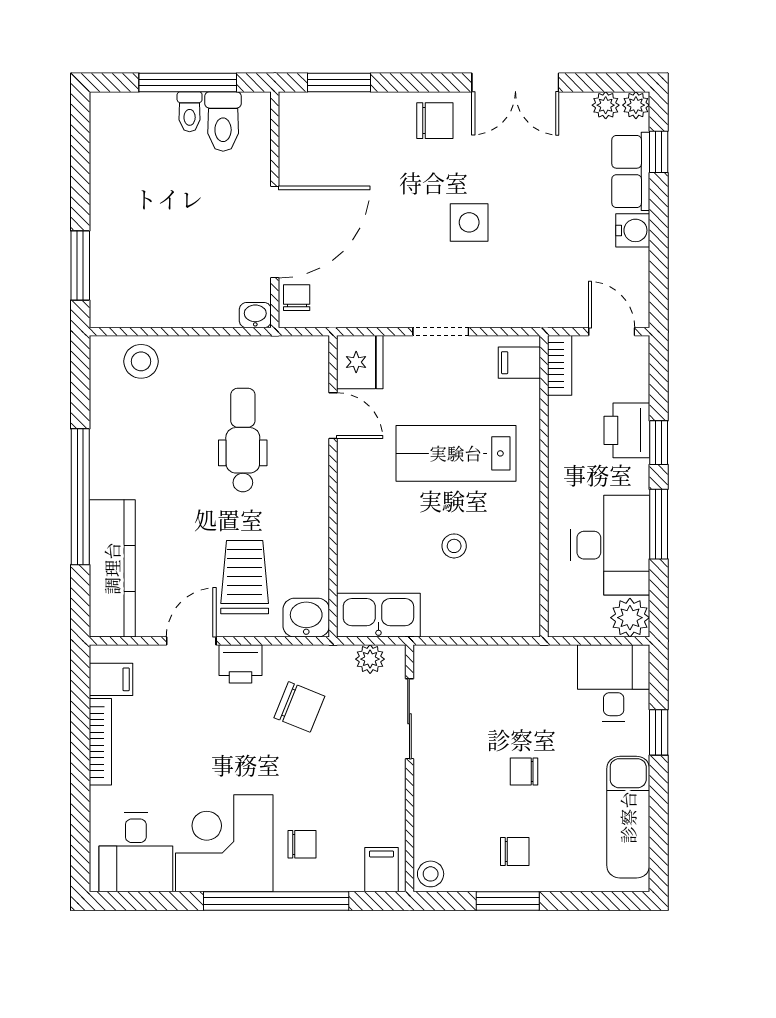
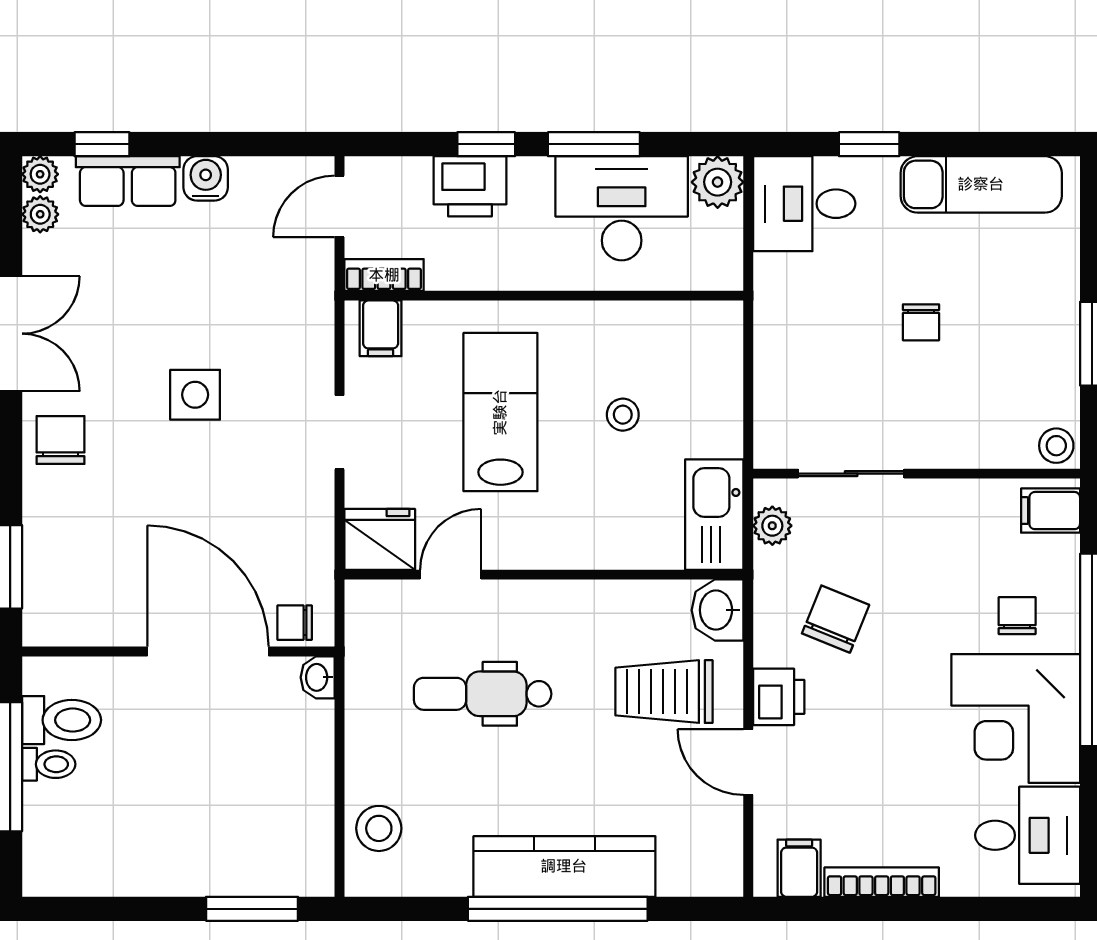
lab bench: (456, 453) -> (500, 412), turned 180
kitchen counter: (112, 568) -> (564, 866), moved
chair: (515, 852) -> (1027, 334), removed

